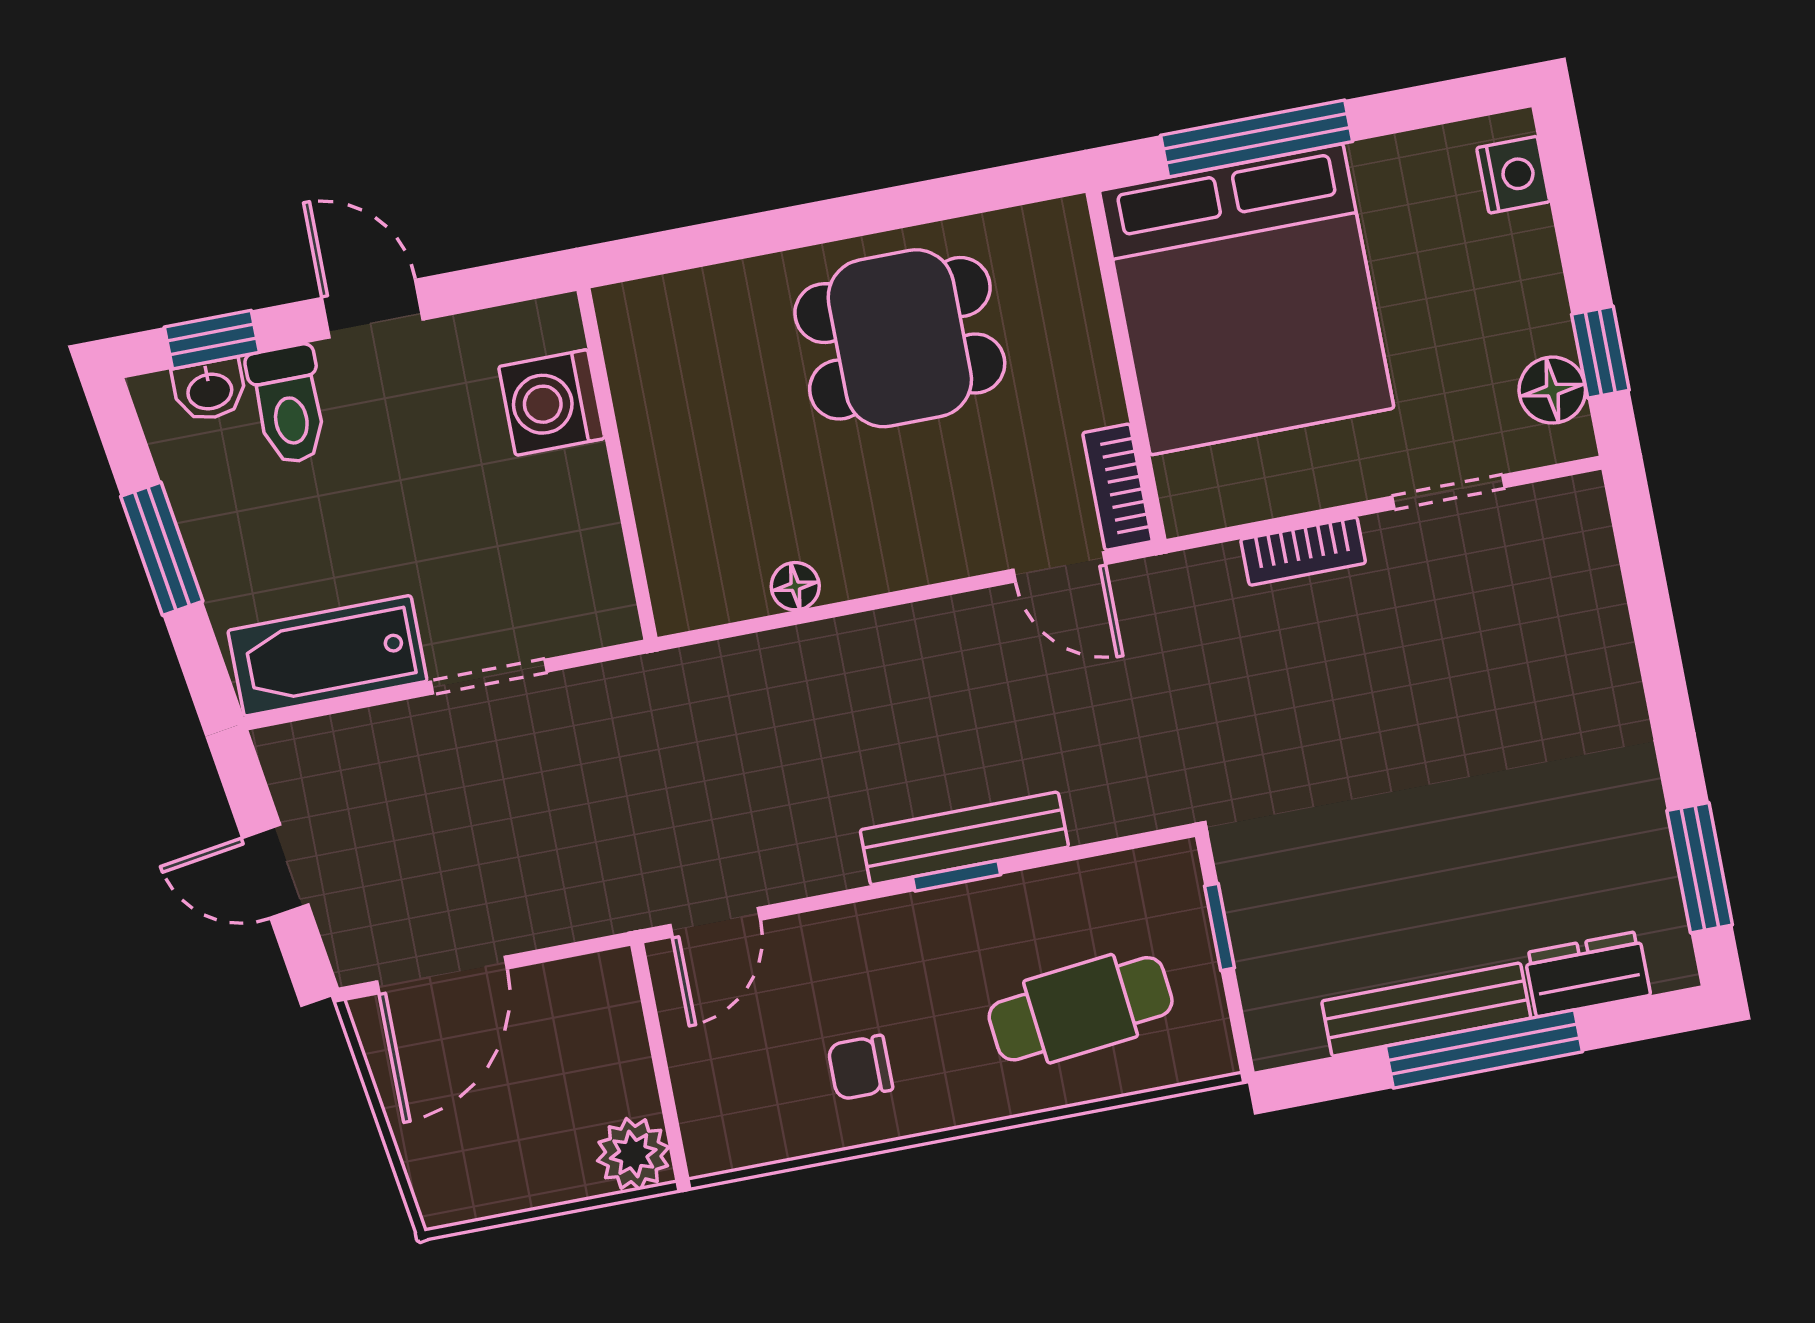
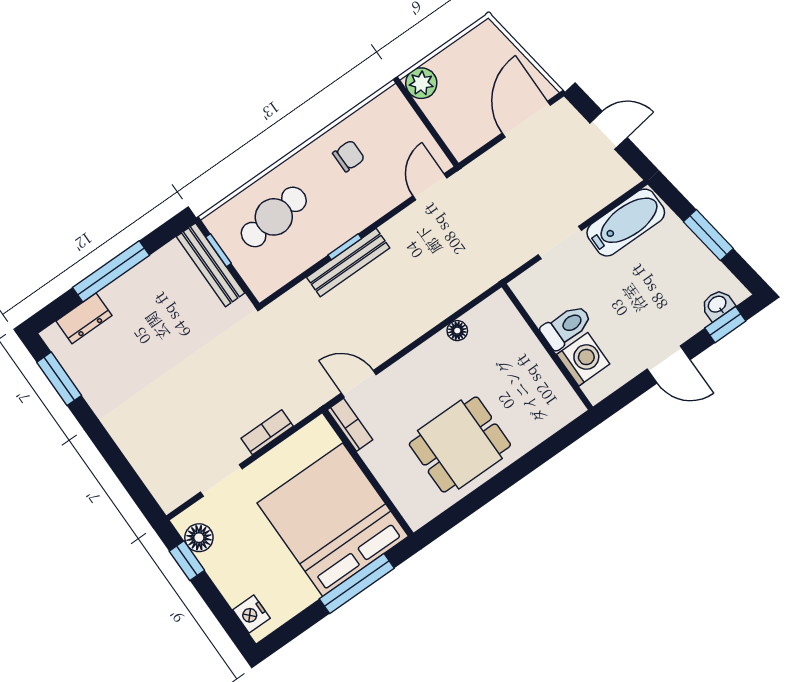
toilet: (288, 405) -> (566, 327), moved, turned 90
window: (1219, 927) -> (219, 250), moved
bench: (1426, 1010) -> (210, 265), moved, turned 90

